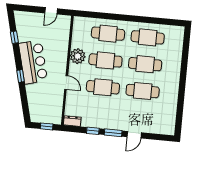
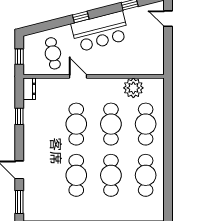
door: (51, 11) -> (168, 19), moved
plant: (78, 56) -> (133, 88), moved
door: (66, 82) -> (78, 76), swing flipped
cafe table: (47, 100) -> (53, 53), added
window: (113, 133) -> (19, 202), moved

